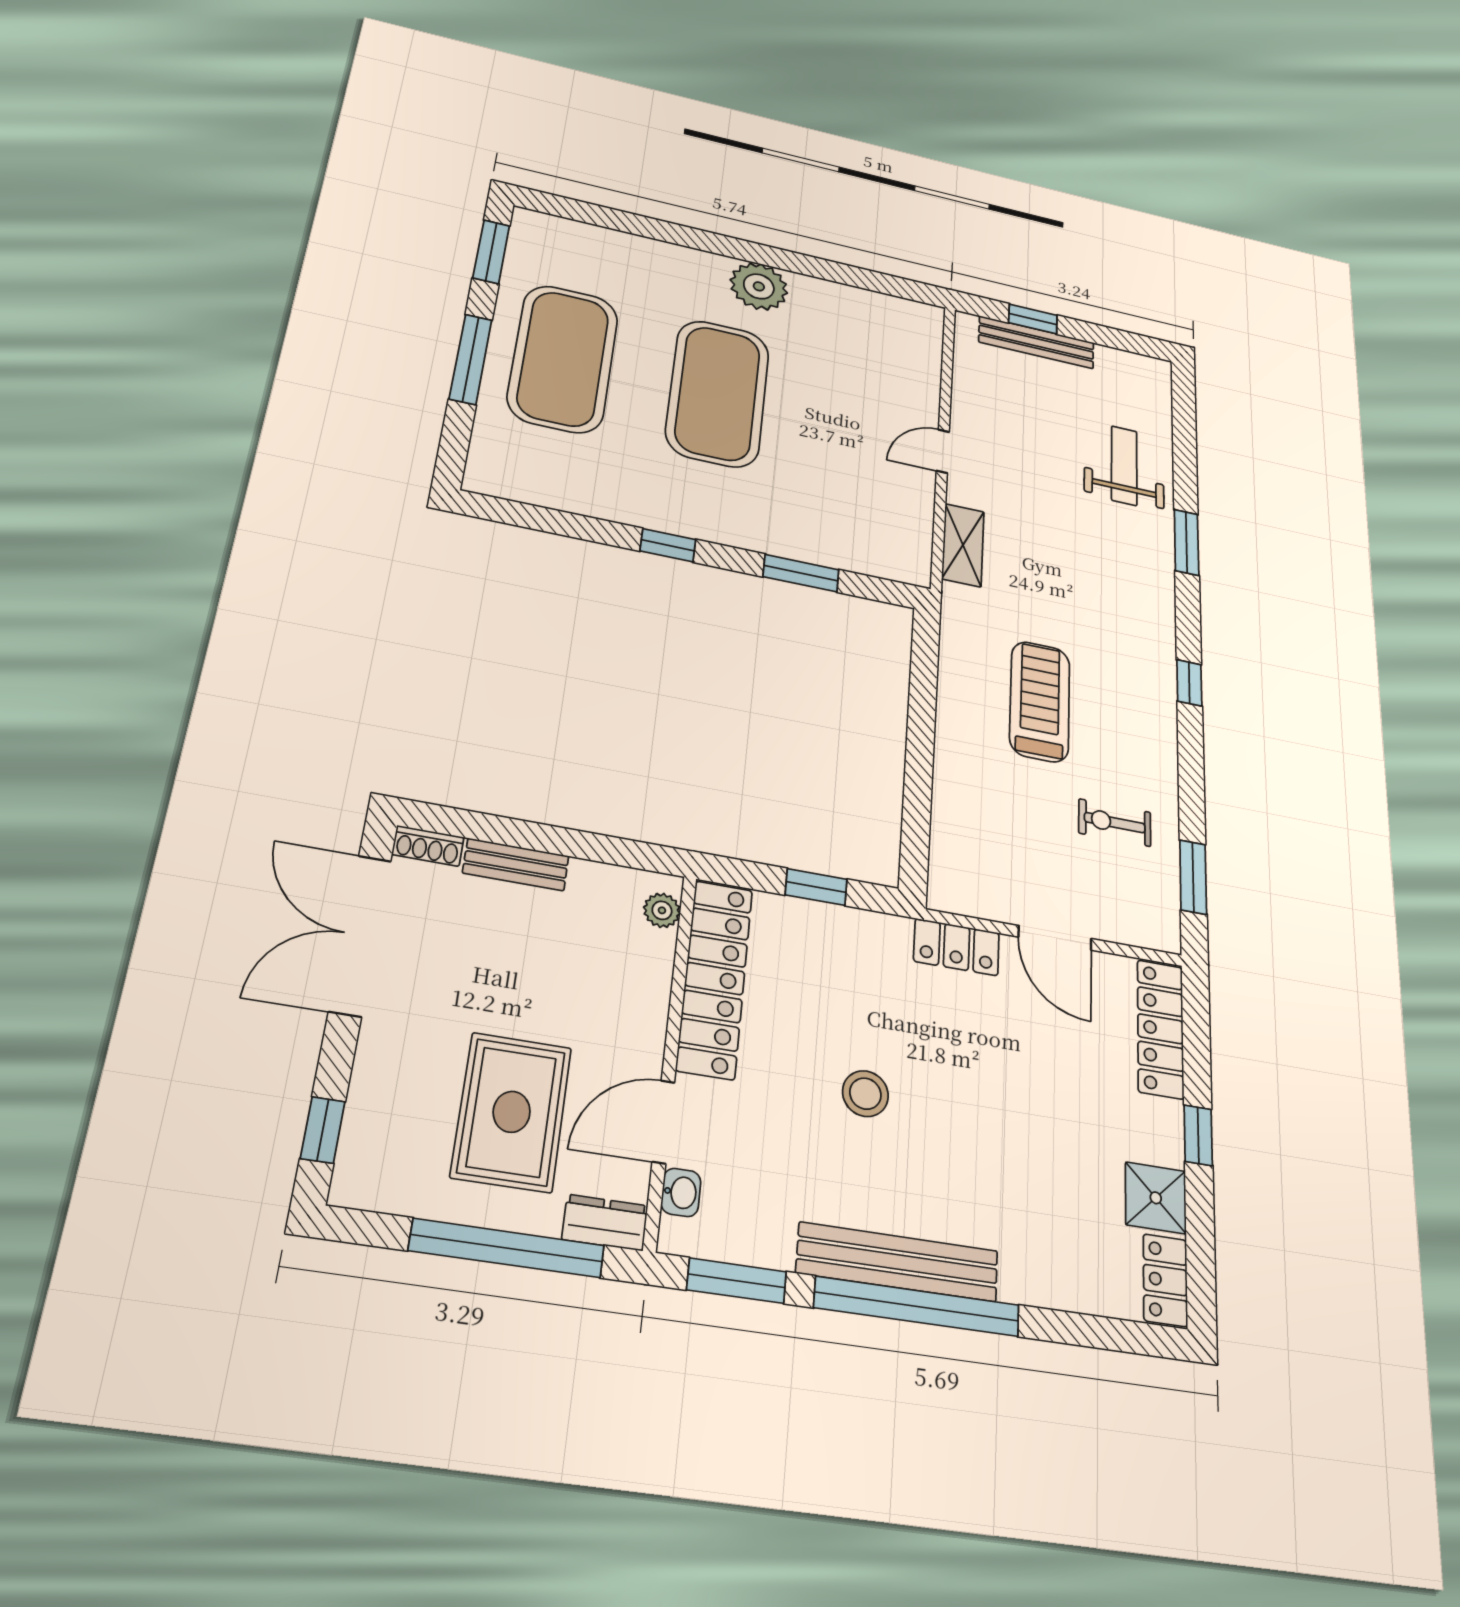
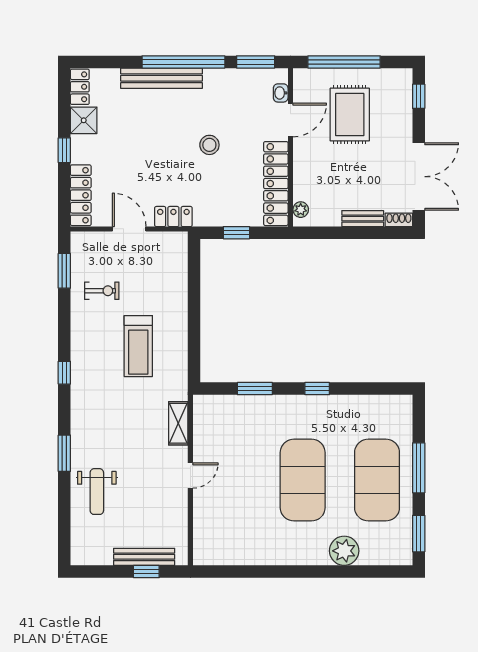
plant: (759, 286) -> (344, 551), moved
dresser: (605, 1222) -> (309, 77), removed
bench: (898, 1262) -> (161, 78), moved

